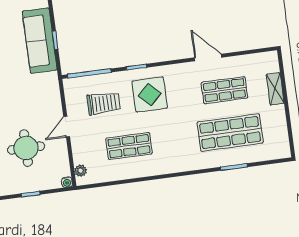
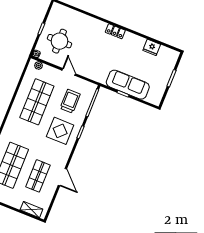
door: (208, 58) -> (62, 177), hinge flipped
shelving: (275, 89) -> (31, 210), moved
trolley: (104, 103) -> (70, 101), turned 180
shop shelf: (129, 146) -> (37, 102), width x1.43, depth x1.36
round table: (26, 148) -> (59, 41), moved

